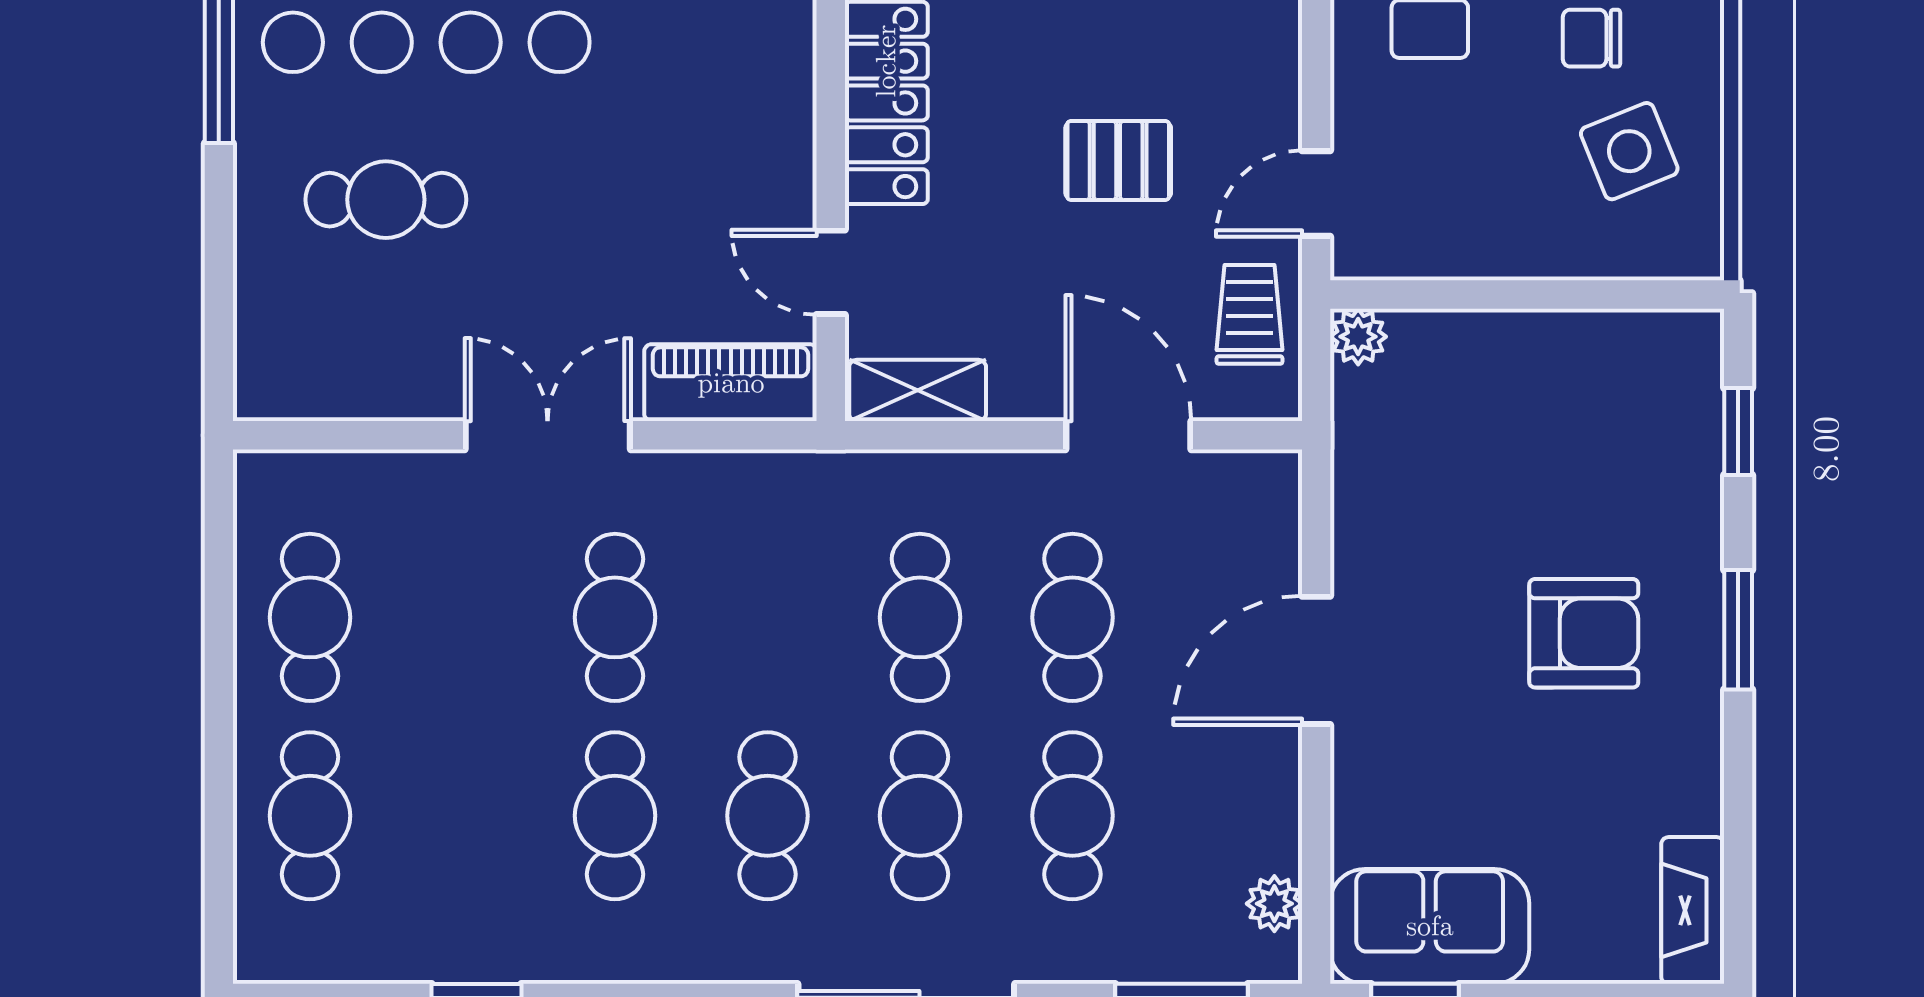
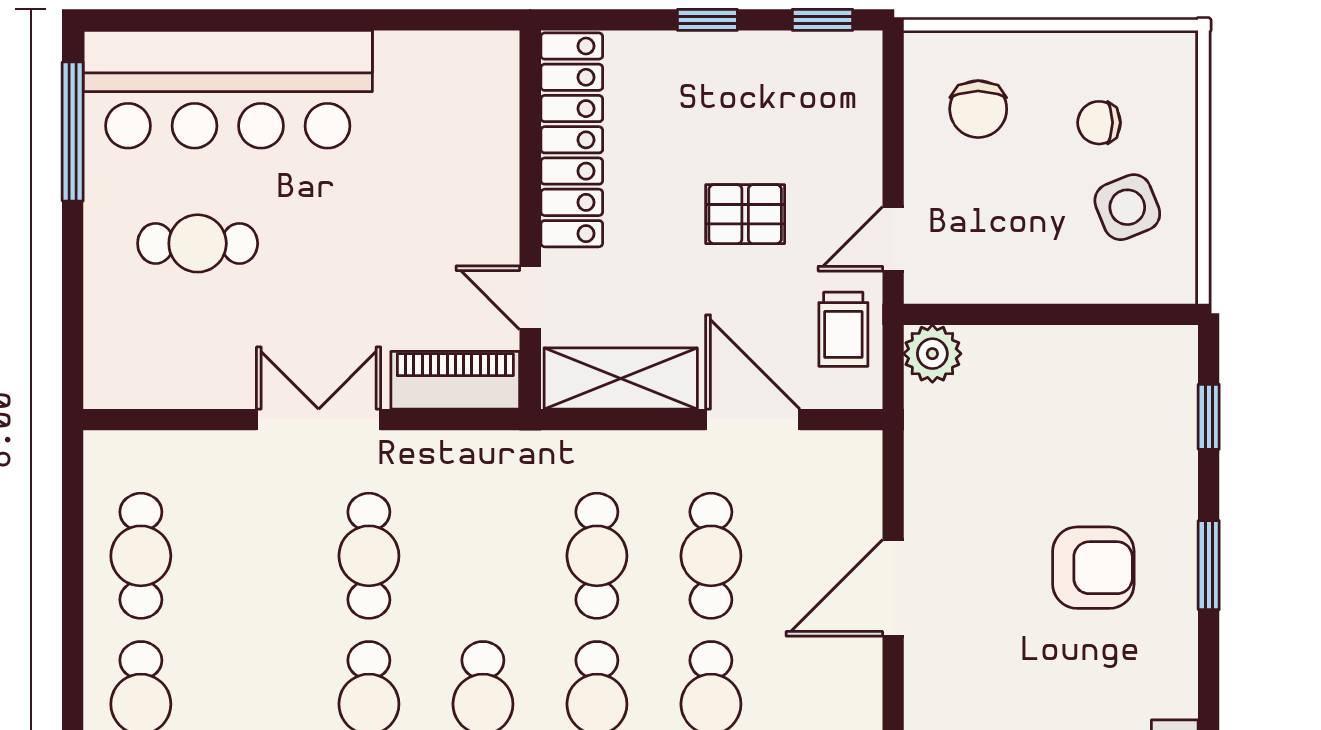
trolley: (1250, 314) -> (843, 329), turned 180
plant: (1358, 337) -> (932, 354), width x1.38, depth x1.38
shelving: (918, 390) -> (621, 378), width x1.50, depth x1.33

